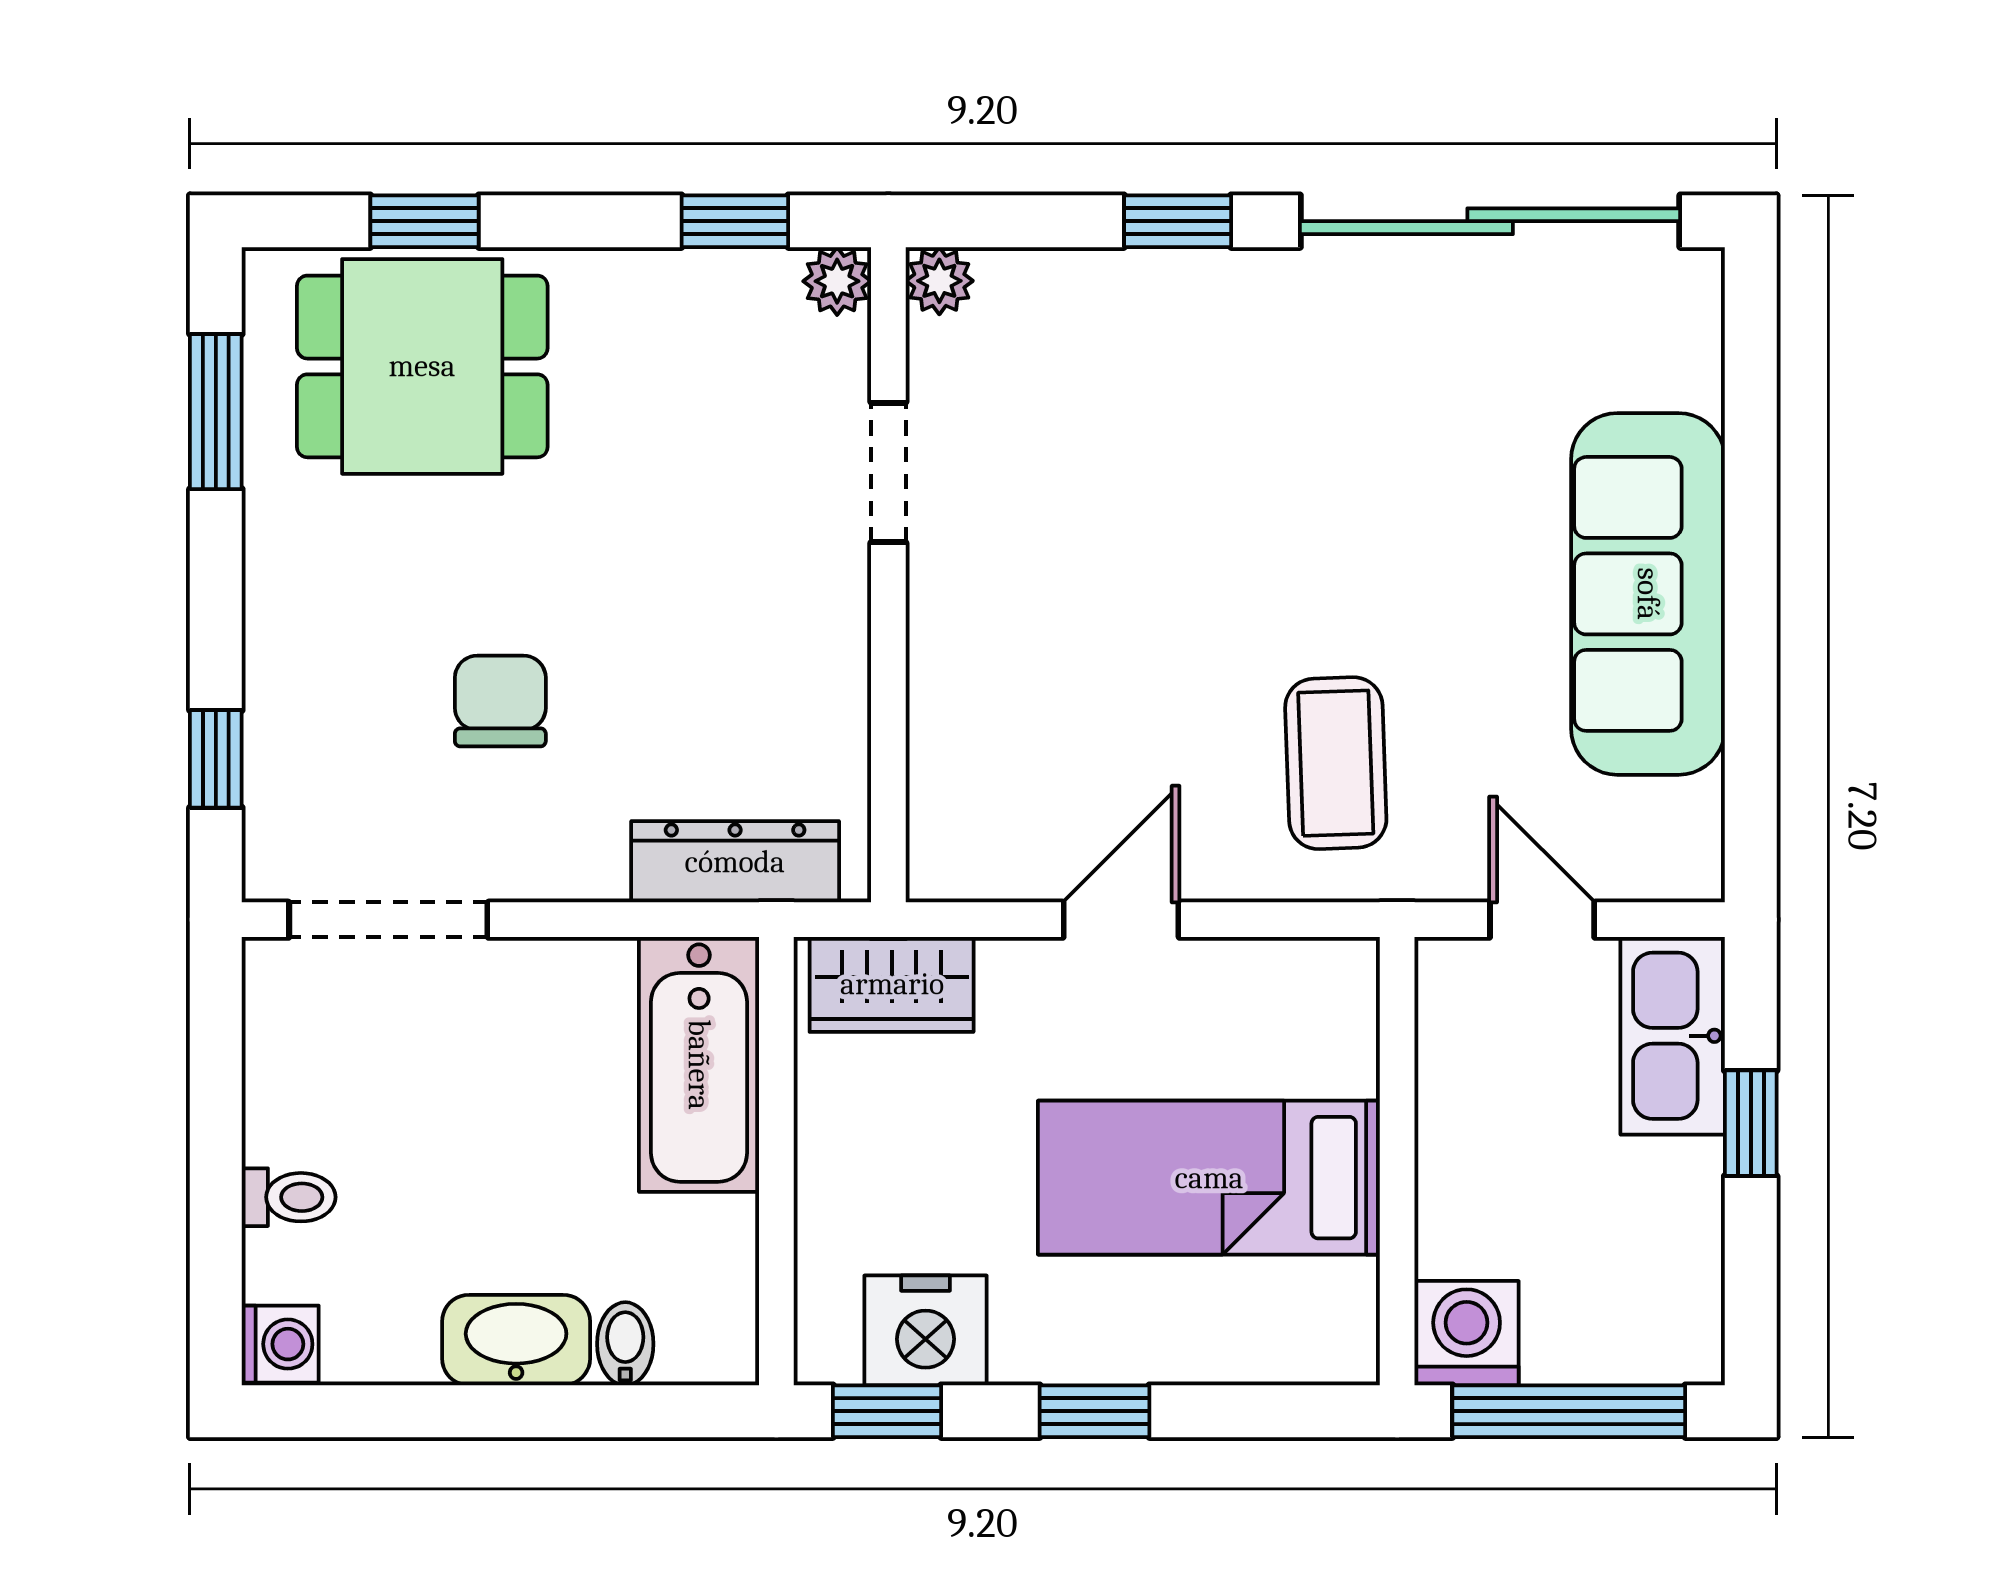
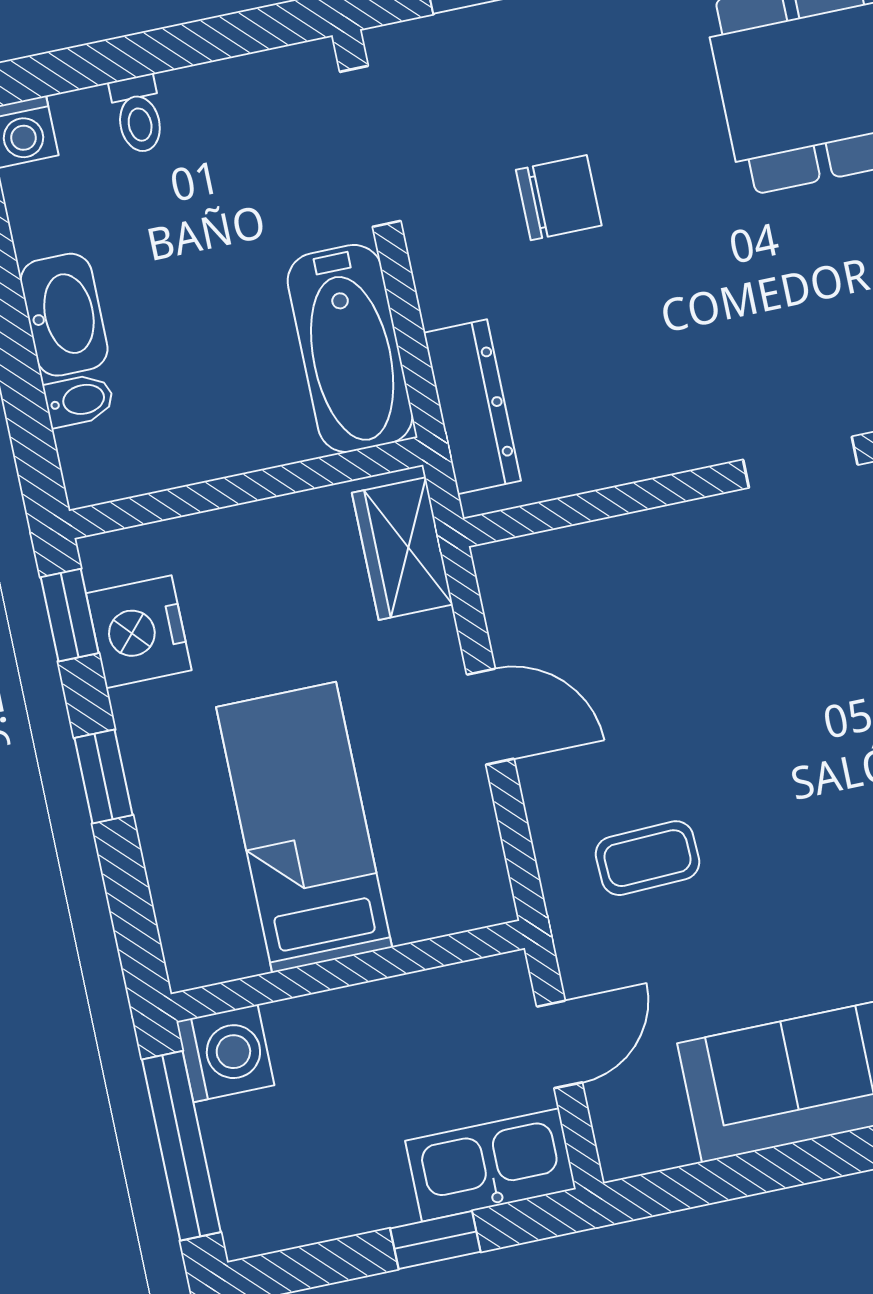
coffee table: (1336, 763) -> (648, 858), width x0.73, depth x0.77
bathtub: (699, 1065) -> (350, 348), moved, turned -90

